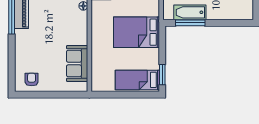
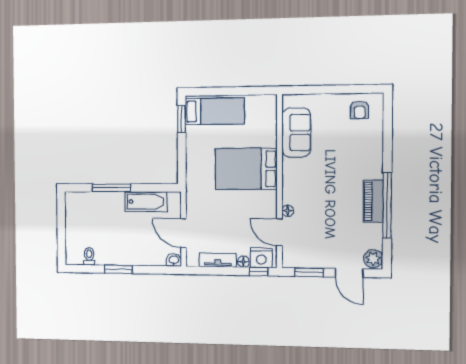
window: (190, 23) -> (111, 188), moved
bed: (137, 32) -> (246, 169), moved, turned 180

